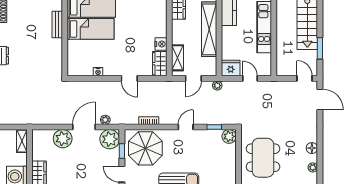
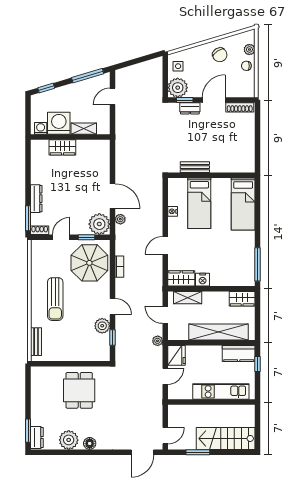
bench: (57, 25) -> (195, 167), moved
bed: (91, 29) -> (199, 203), moved
plant: (229, 136) -> (102, 326), moved
plant: (63, 139) -> (100, 173), removed
shelving: (22, 141) -> (84, 129), moved
dining table: (263, 158) -> (79, 390), width x0.73
plant: (313, 167) -> (69, 440), width x1.88, depth x1.88

